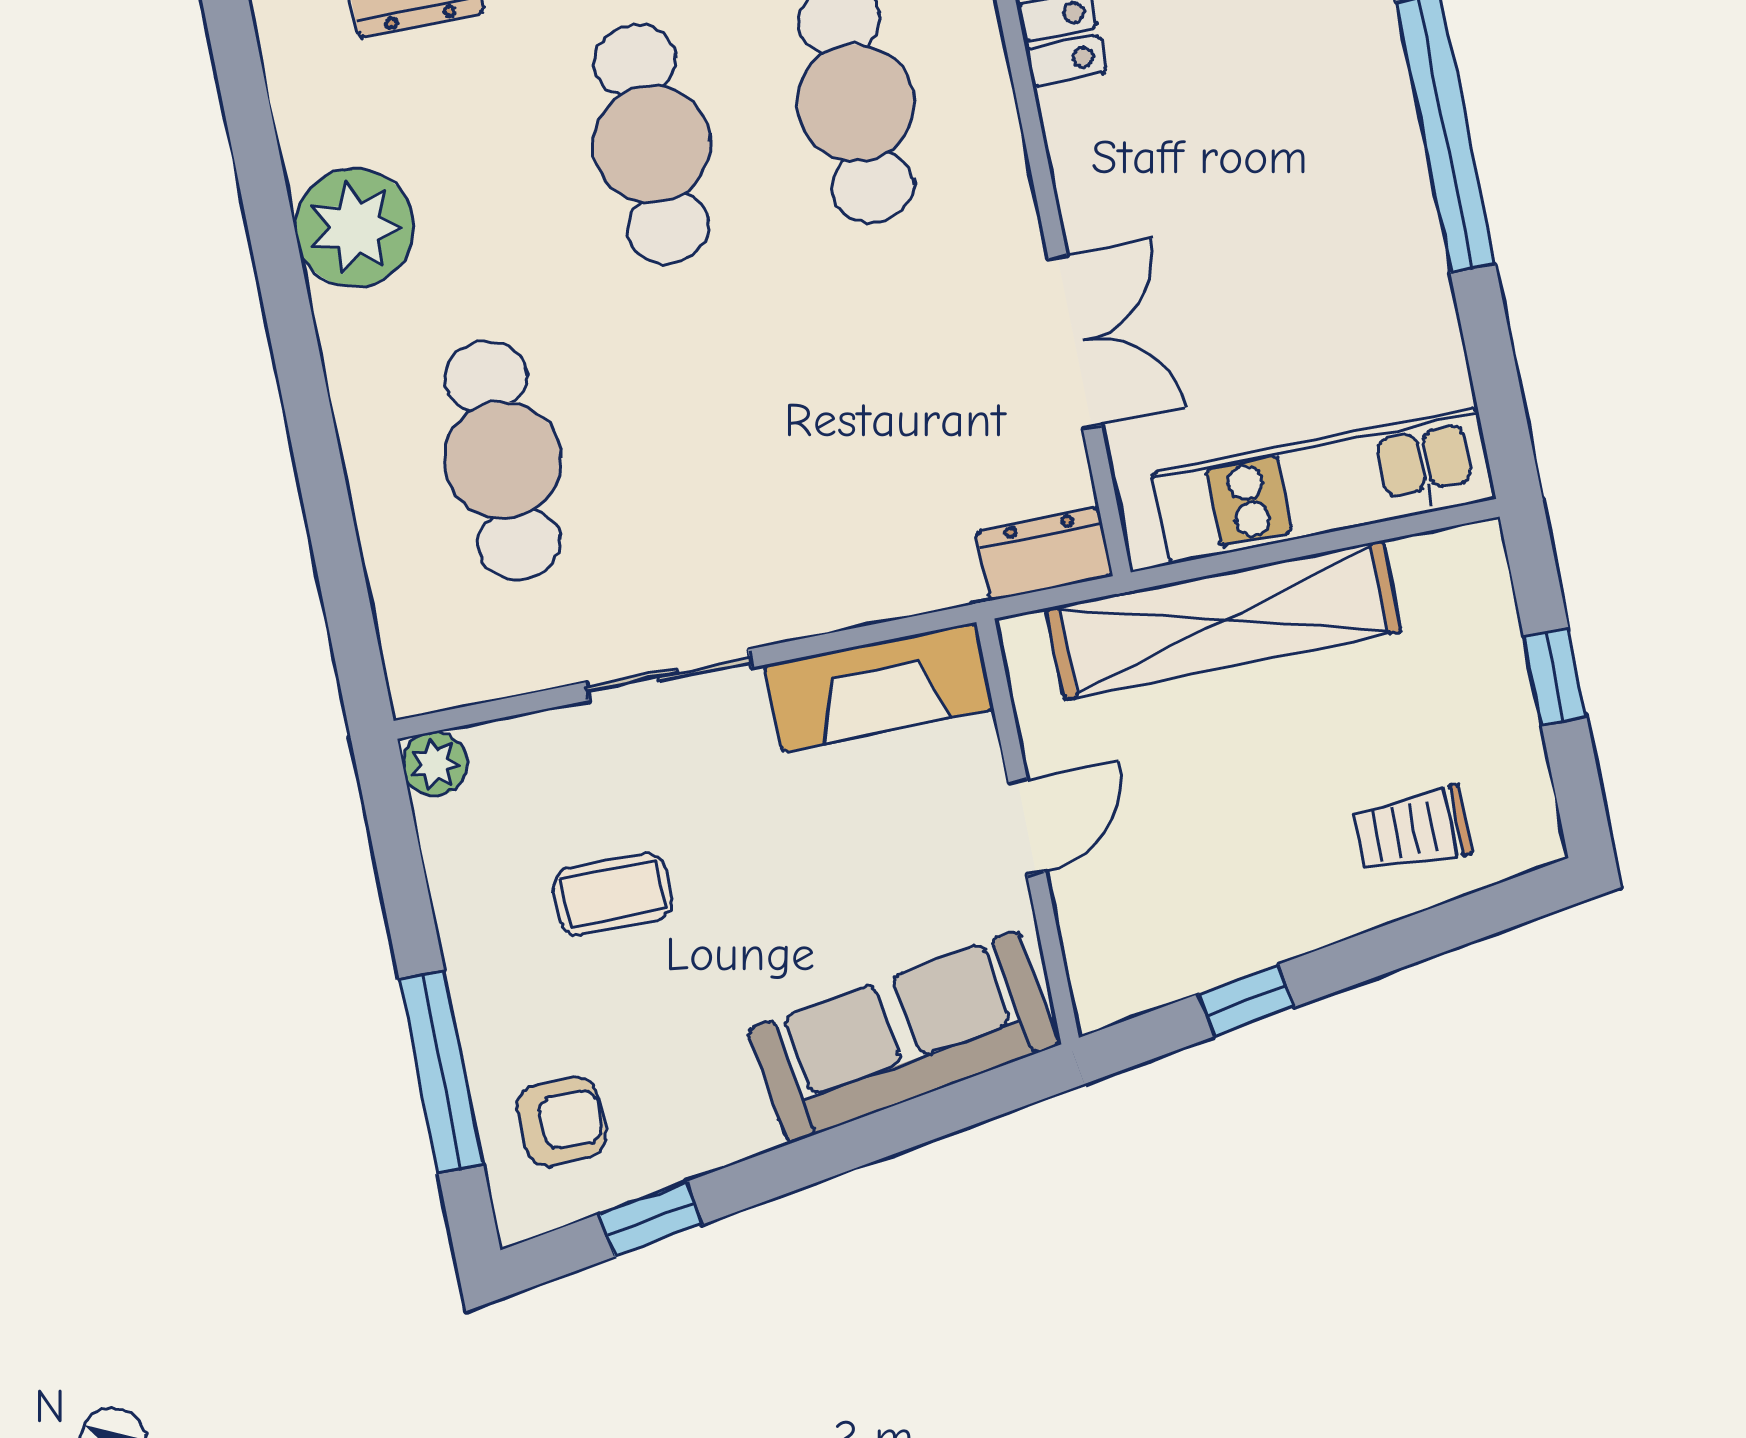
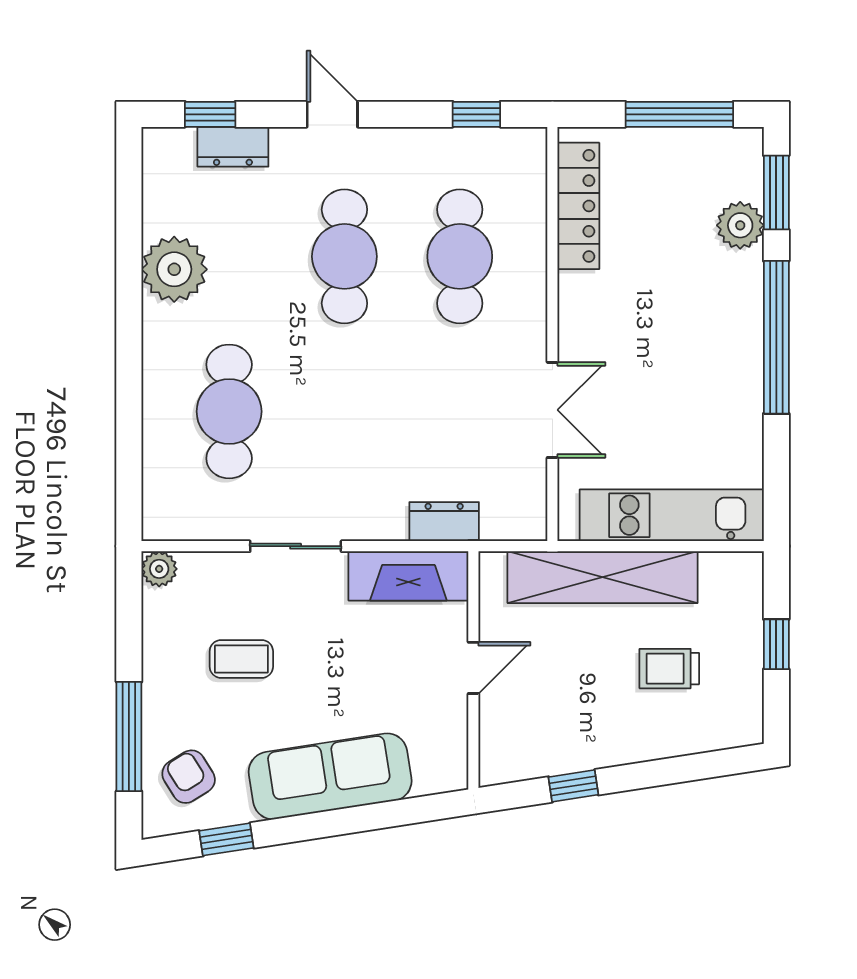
dresser: (1044, 554) -> (444, 522), moved
trolley: (1412, 830) -> (669, 669), moved
sofa: (903, 1037) -> (330, 776), moved
armchair: (561, 1122) -> (189, 777), turned -122

